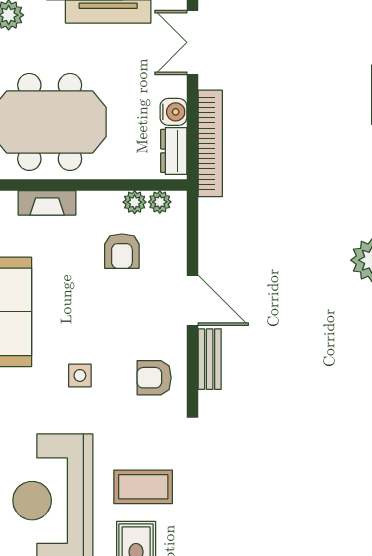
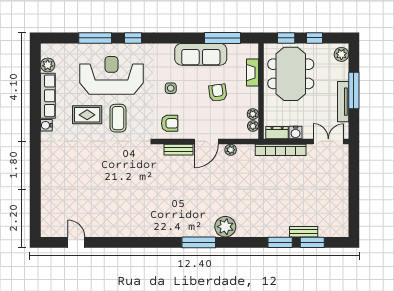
plant: (210, 249) -> (231, 150), added
armchair: (122, 251) -> (218, 93), moved, turned 82
armchair: (154, 378) -> (170, 123), turned 90

